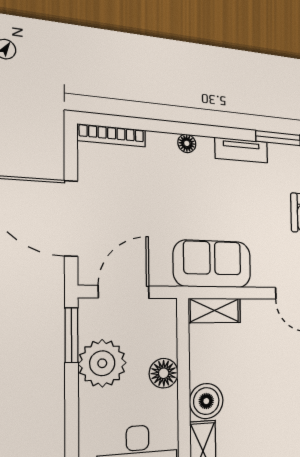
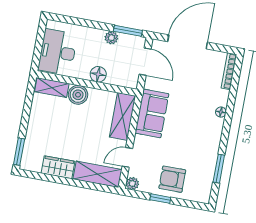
tv unit: (241, 150) -> (214, 144), removed
shelving: (214, 310) -> (123, 116), width x1.50, depth x1.33
plant: (102, 363) -> (111, 38), width x0.53, depth x0.53

